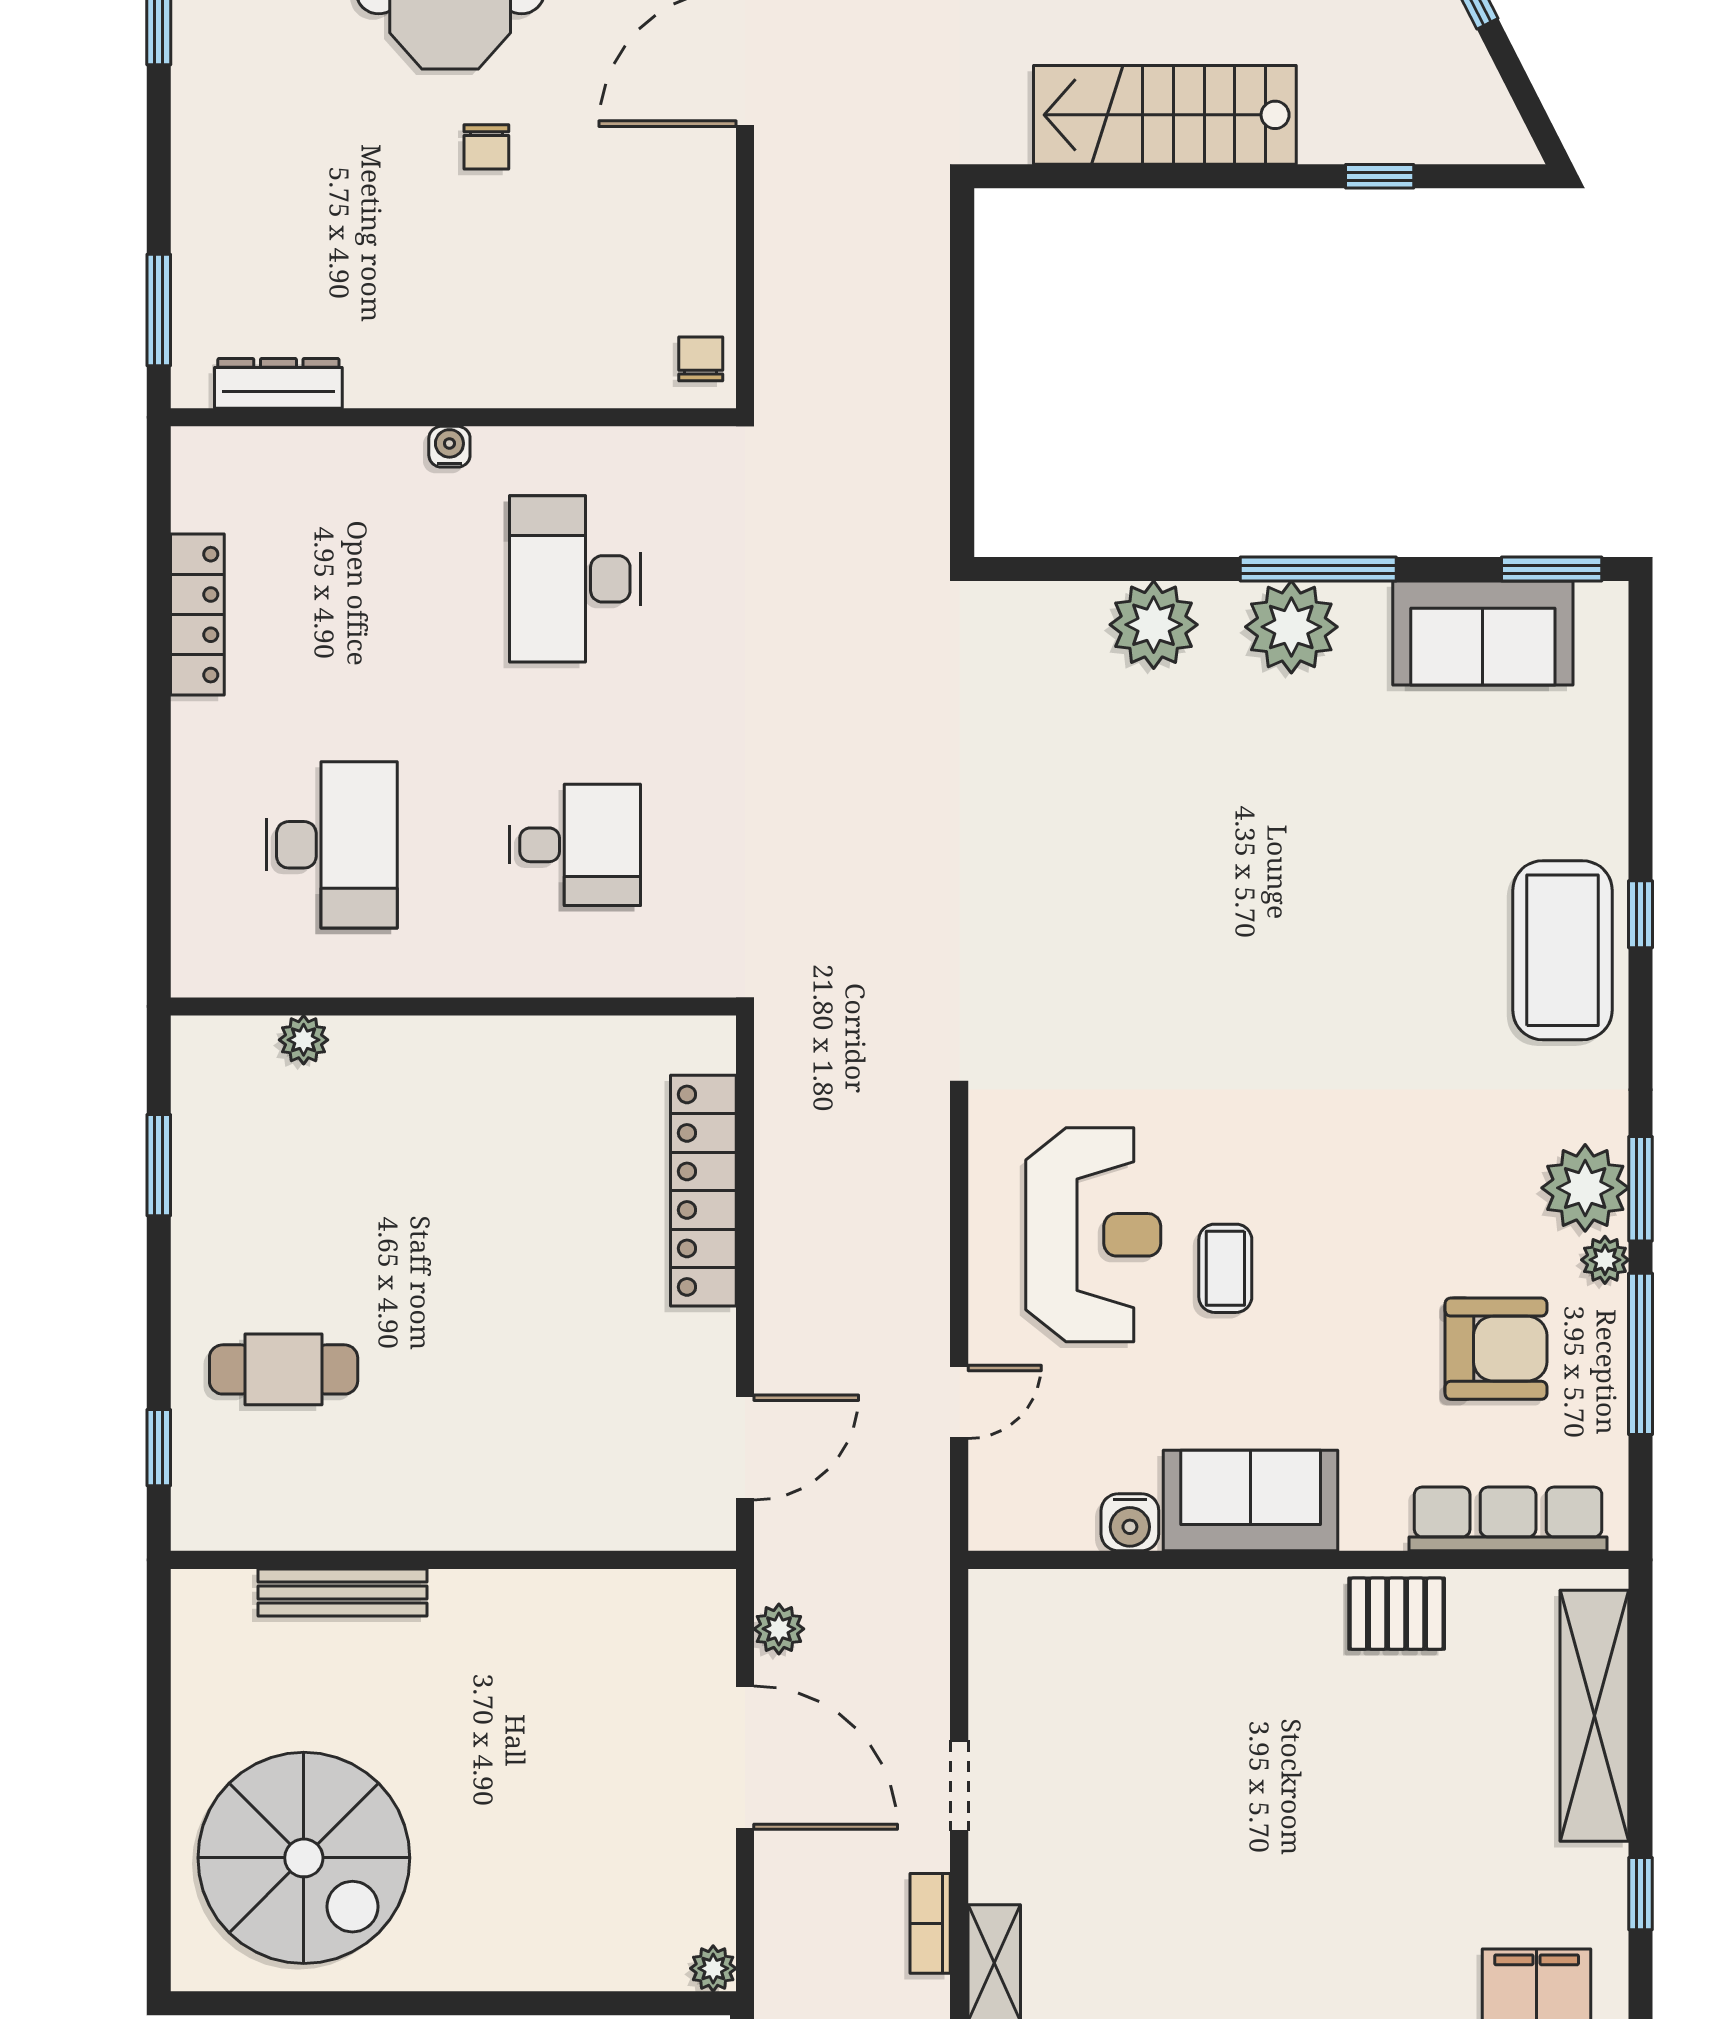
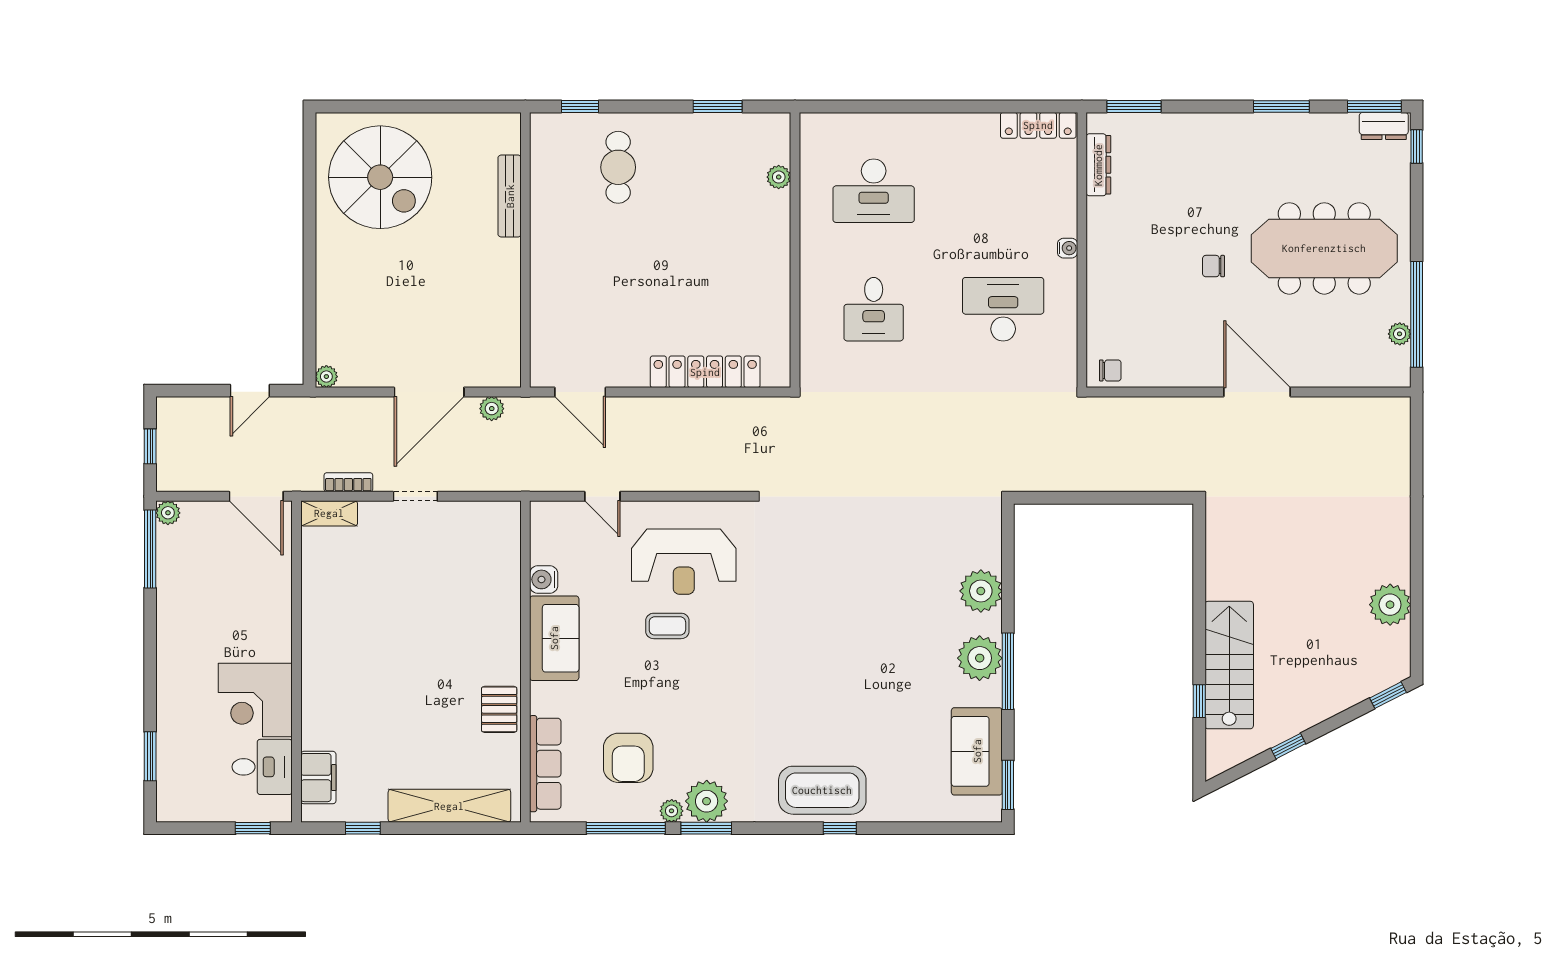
stairs: (1165, 115) -> (1229, 665), moved
locker: (197, 615) -> (1038, 125), moved
spiral stairs: (304, 1858) -> (380, 177), turned -90

